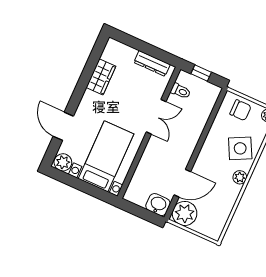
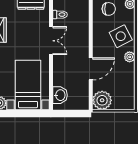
door: (182, 183) -> (91, 69), moved
washbasin: (158, 205) -> (60, 95), moved, turned 90

